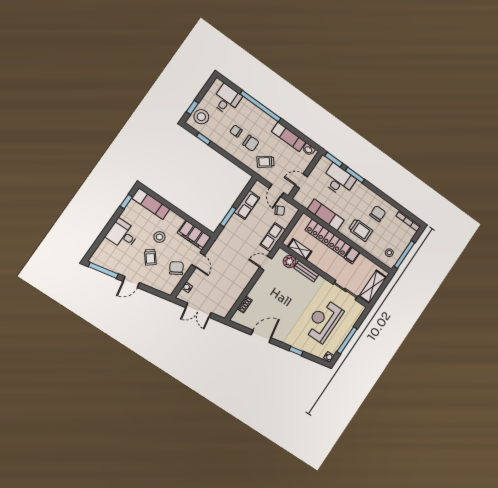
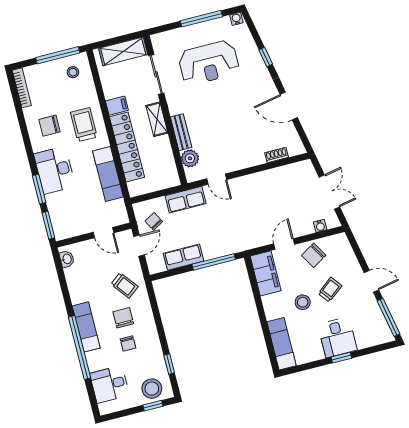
exam couch: (289, 137) -> (86, 327), moved
desk: (339, 180) -> (55, 170), moved
window: (126, 202) -> (341, 358), moved
window: (228, 217) -> (214, 262), width x1.44
shelving: (300, 249) -> (157, 119), moved

